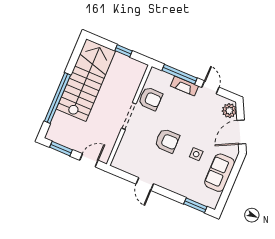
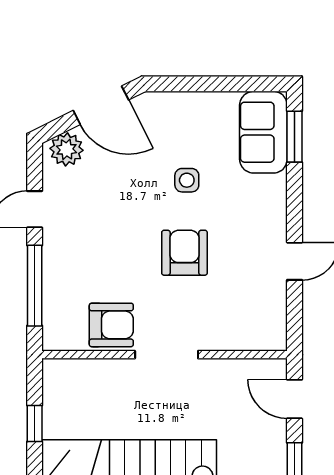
fireplace: (185, 86) -> (55, 265), removed
armchair: (150, 99) -> (111, 325), turned 89
sofa: (220, 173) -> (263, 132), moved, turned 90

